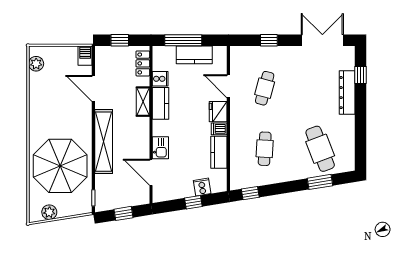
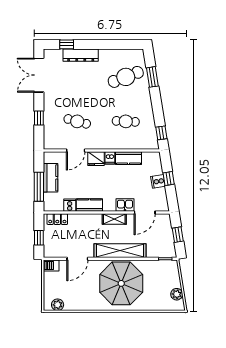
shelving: (143, 102) -> (114, 219), moved
parasol: (60, 166) -> (121, 283), moved
cooker: (202, 187) -> (158, 181), moved

